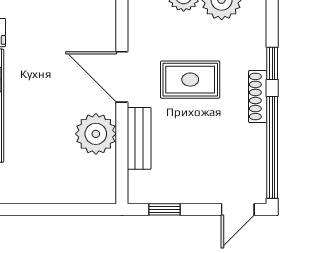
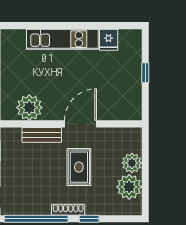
plant: (96, 134) -> (29, 108), moved

